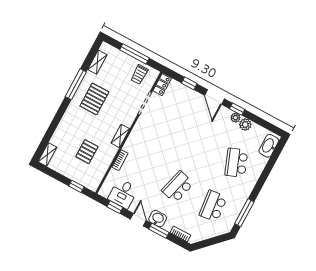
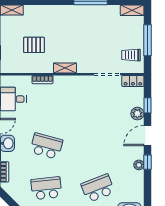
shelving: (97, 62) -> (132, 10), moved
pallet: (94, 99) -> (86, 26), removed
plant: (245, 125) -> (137, 114), moved

